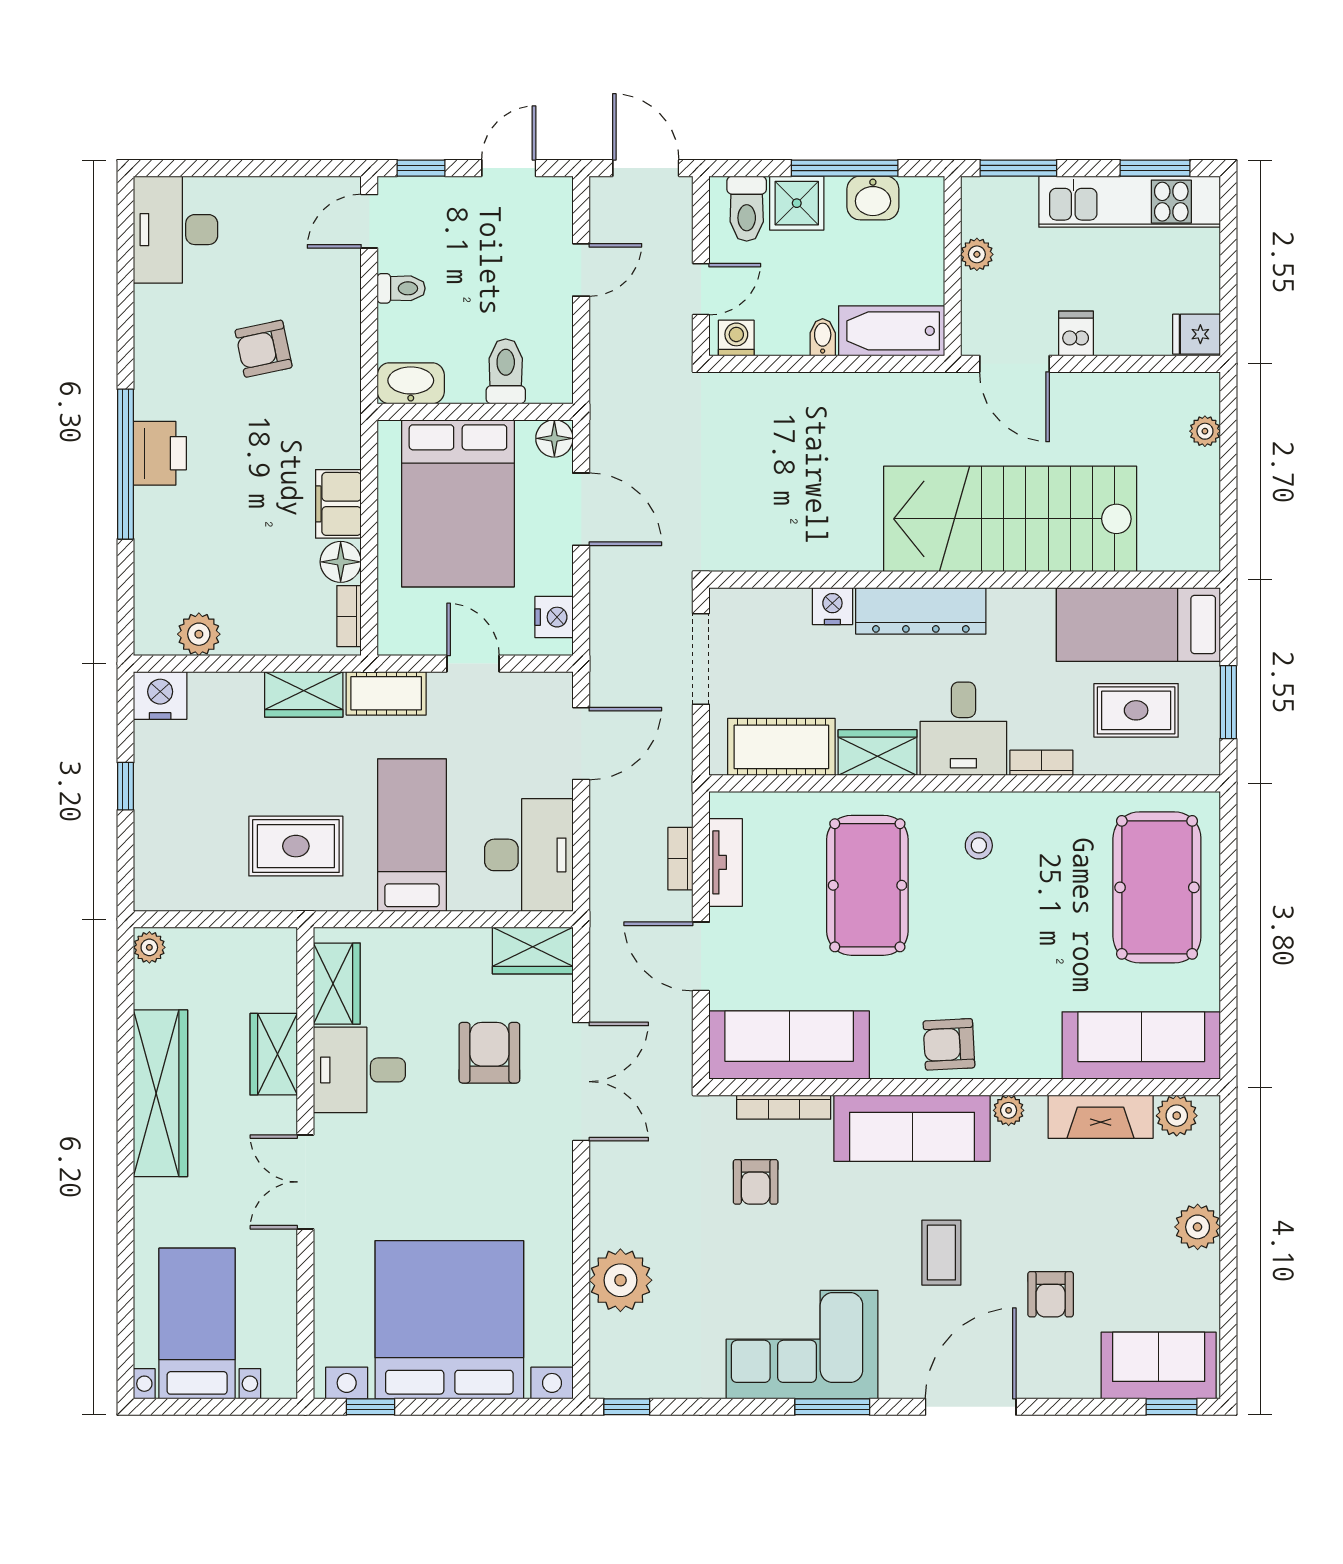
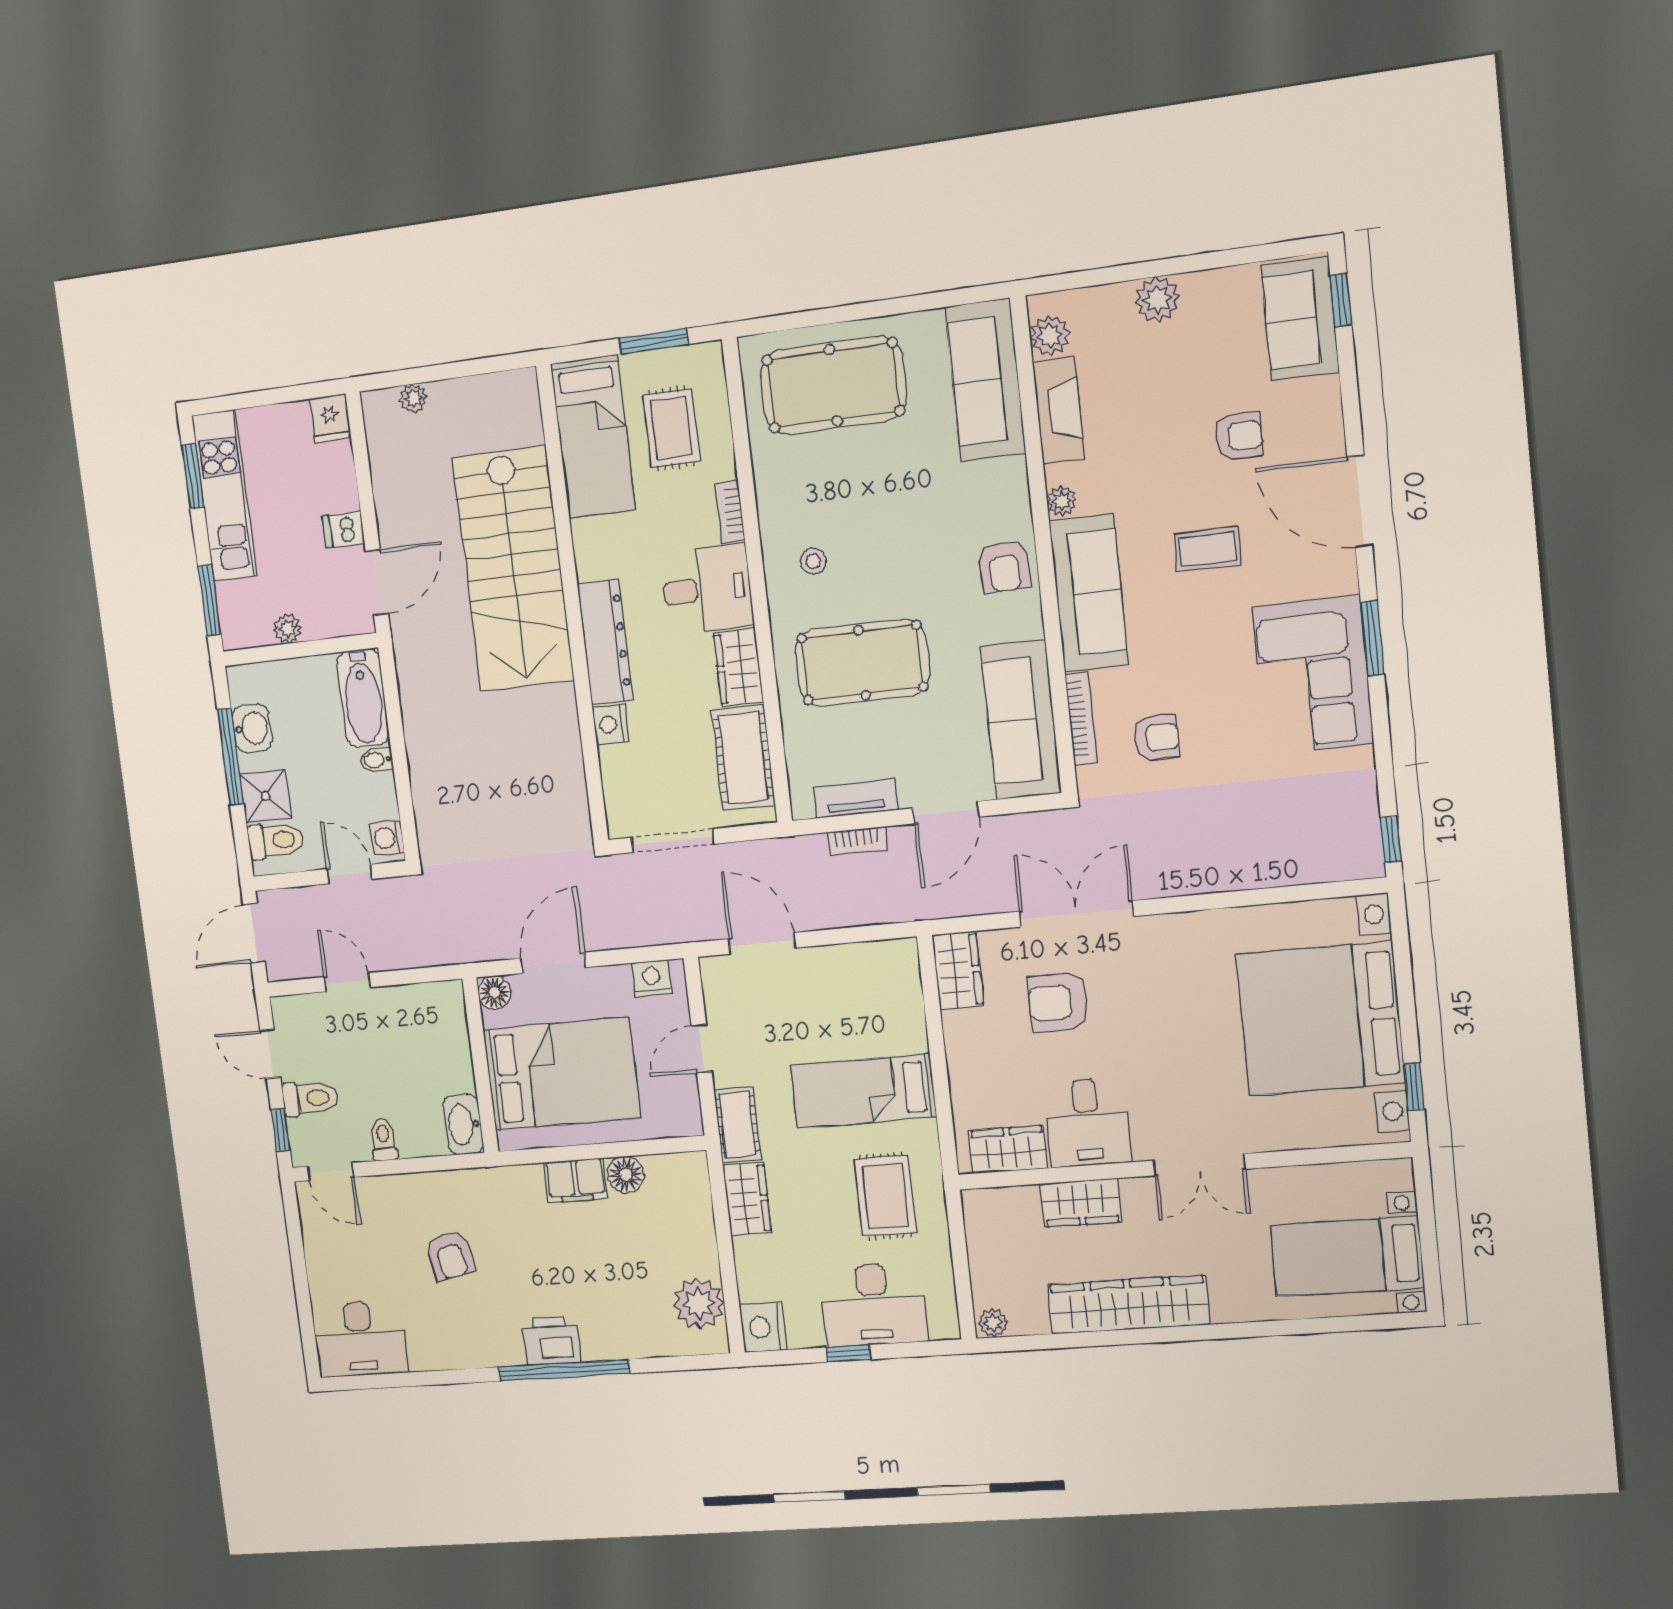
toilet: (506, 371) -> (310, 1098), moved, turned 180
bookcase: (349, 616) -> (673, 1163), removed
plant: (199, 634) -> (699, 1304), width x1.36, depth x1.36
desk: (529, 855) -> (874, 1305), moved, turned 180
plant: (620, 1280) -> (1266, 858), removed

